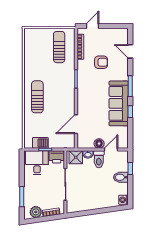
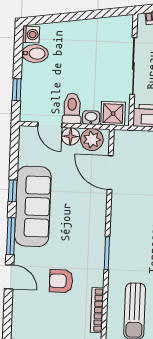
door: (130, 51) -> (9, 277), moved
door: (76, 124) -> (110, 173), swing flipped
plant: (87, 142) -> (92, 140), added
door: (111, 150) -> (50, 125), hinge flipped
bidet: (121, 177) -> (35, 54), moved

